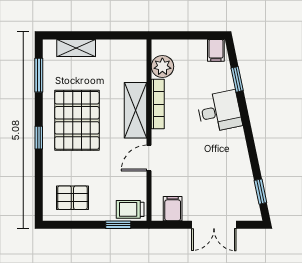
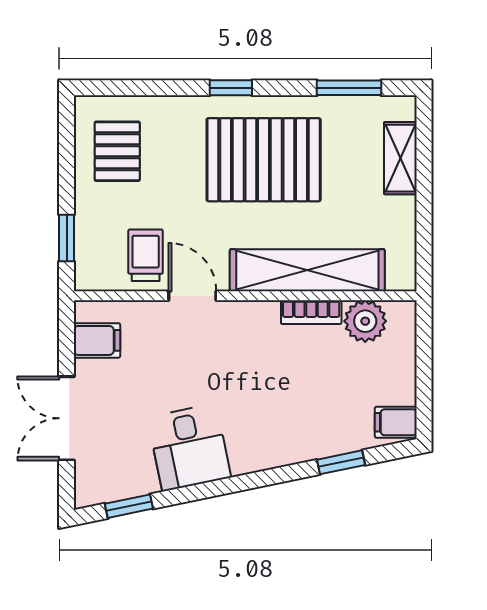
bookcase: (158, 104) -> (311, 312), width x0.64
shelving: (135, 110) -> (307, 270), width x1.47
desk: (219, 111) -> (189, 447), moved
trolley: (130, 209) -> (146, 255), moved

